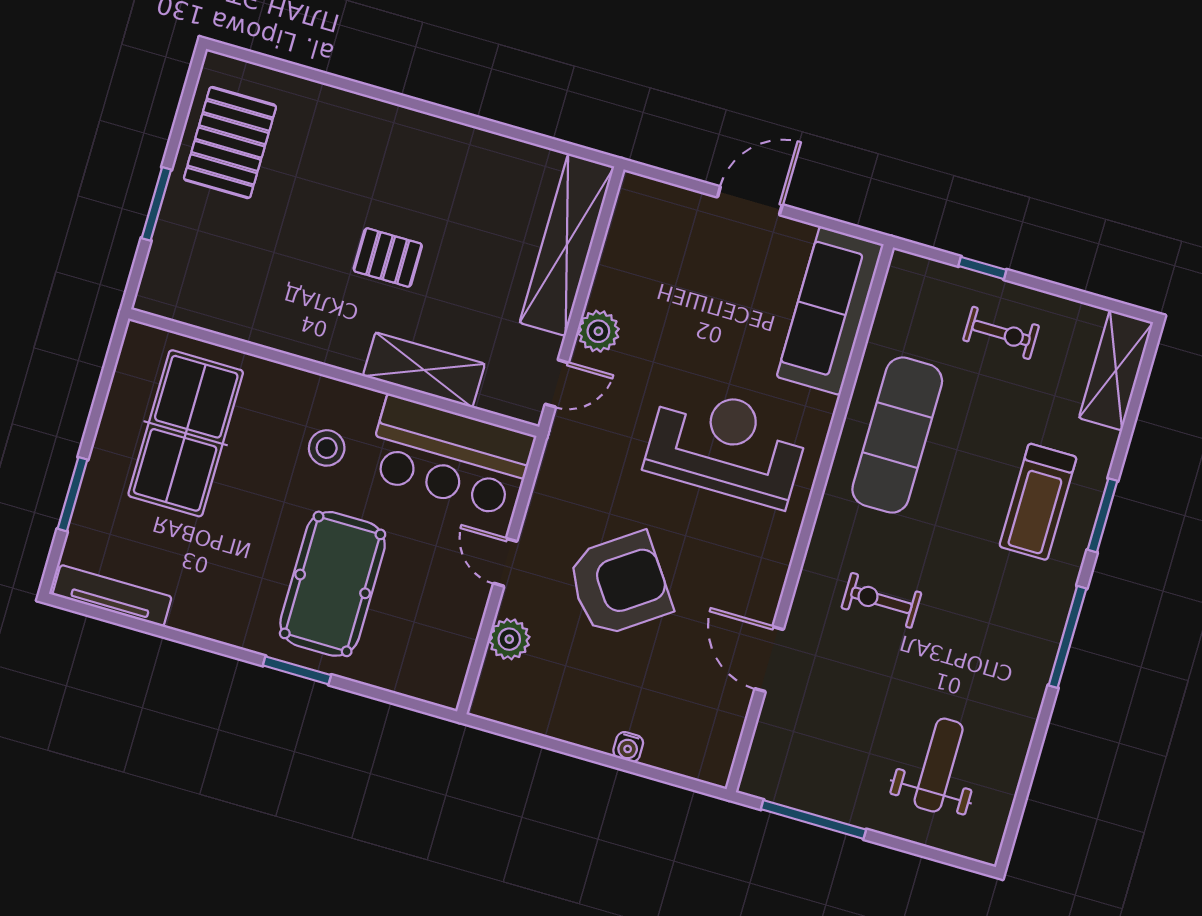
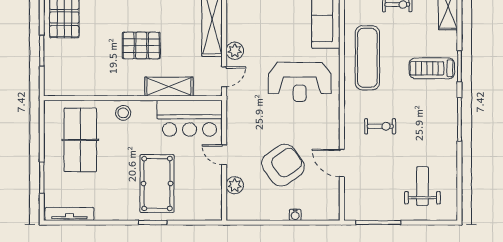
pallet: (388, 257) -> (141, 45), width x1.50, depth x1.42
reception desk: (726, 445) -> (300, 82), turned 180
stool: (327, 448) -> (123, 113), moved
treadmill: (1038, 502) -> (432, 68), turned 90
armchair: (619, 584) -> (283, 165), moved
exercise bike: (881, 600) -> (380, 126), turned 180

